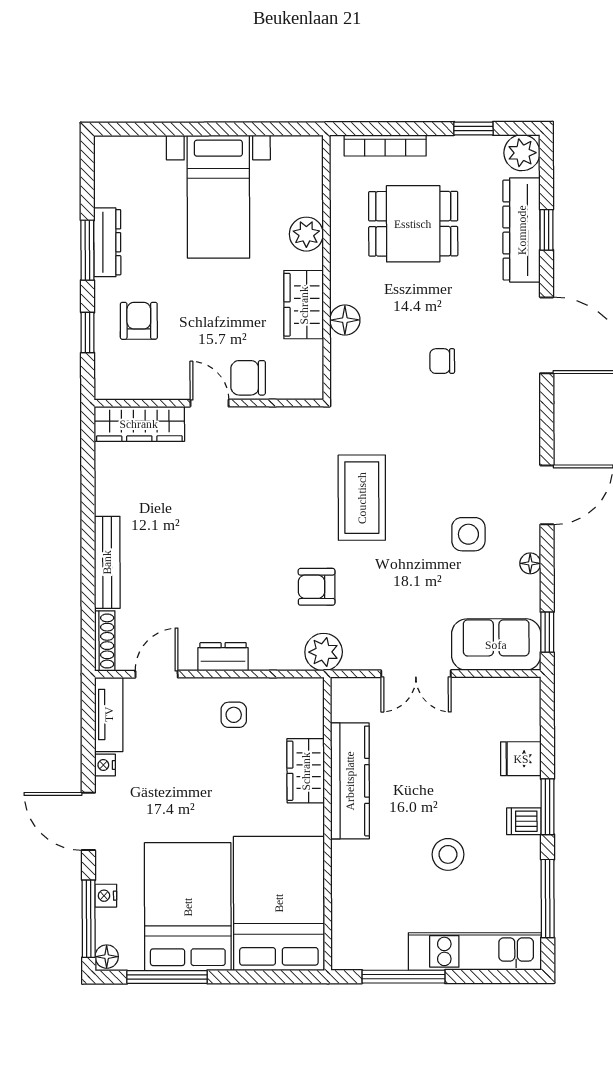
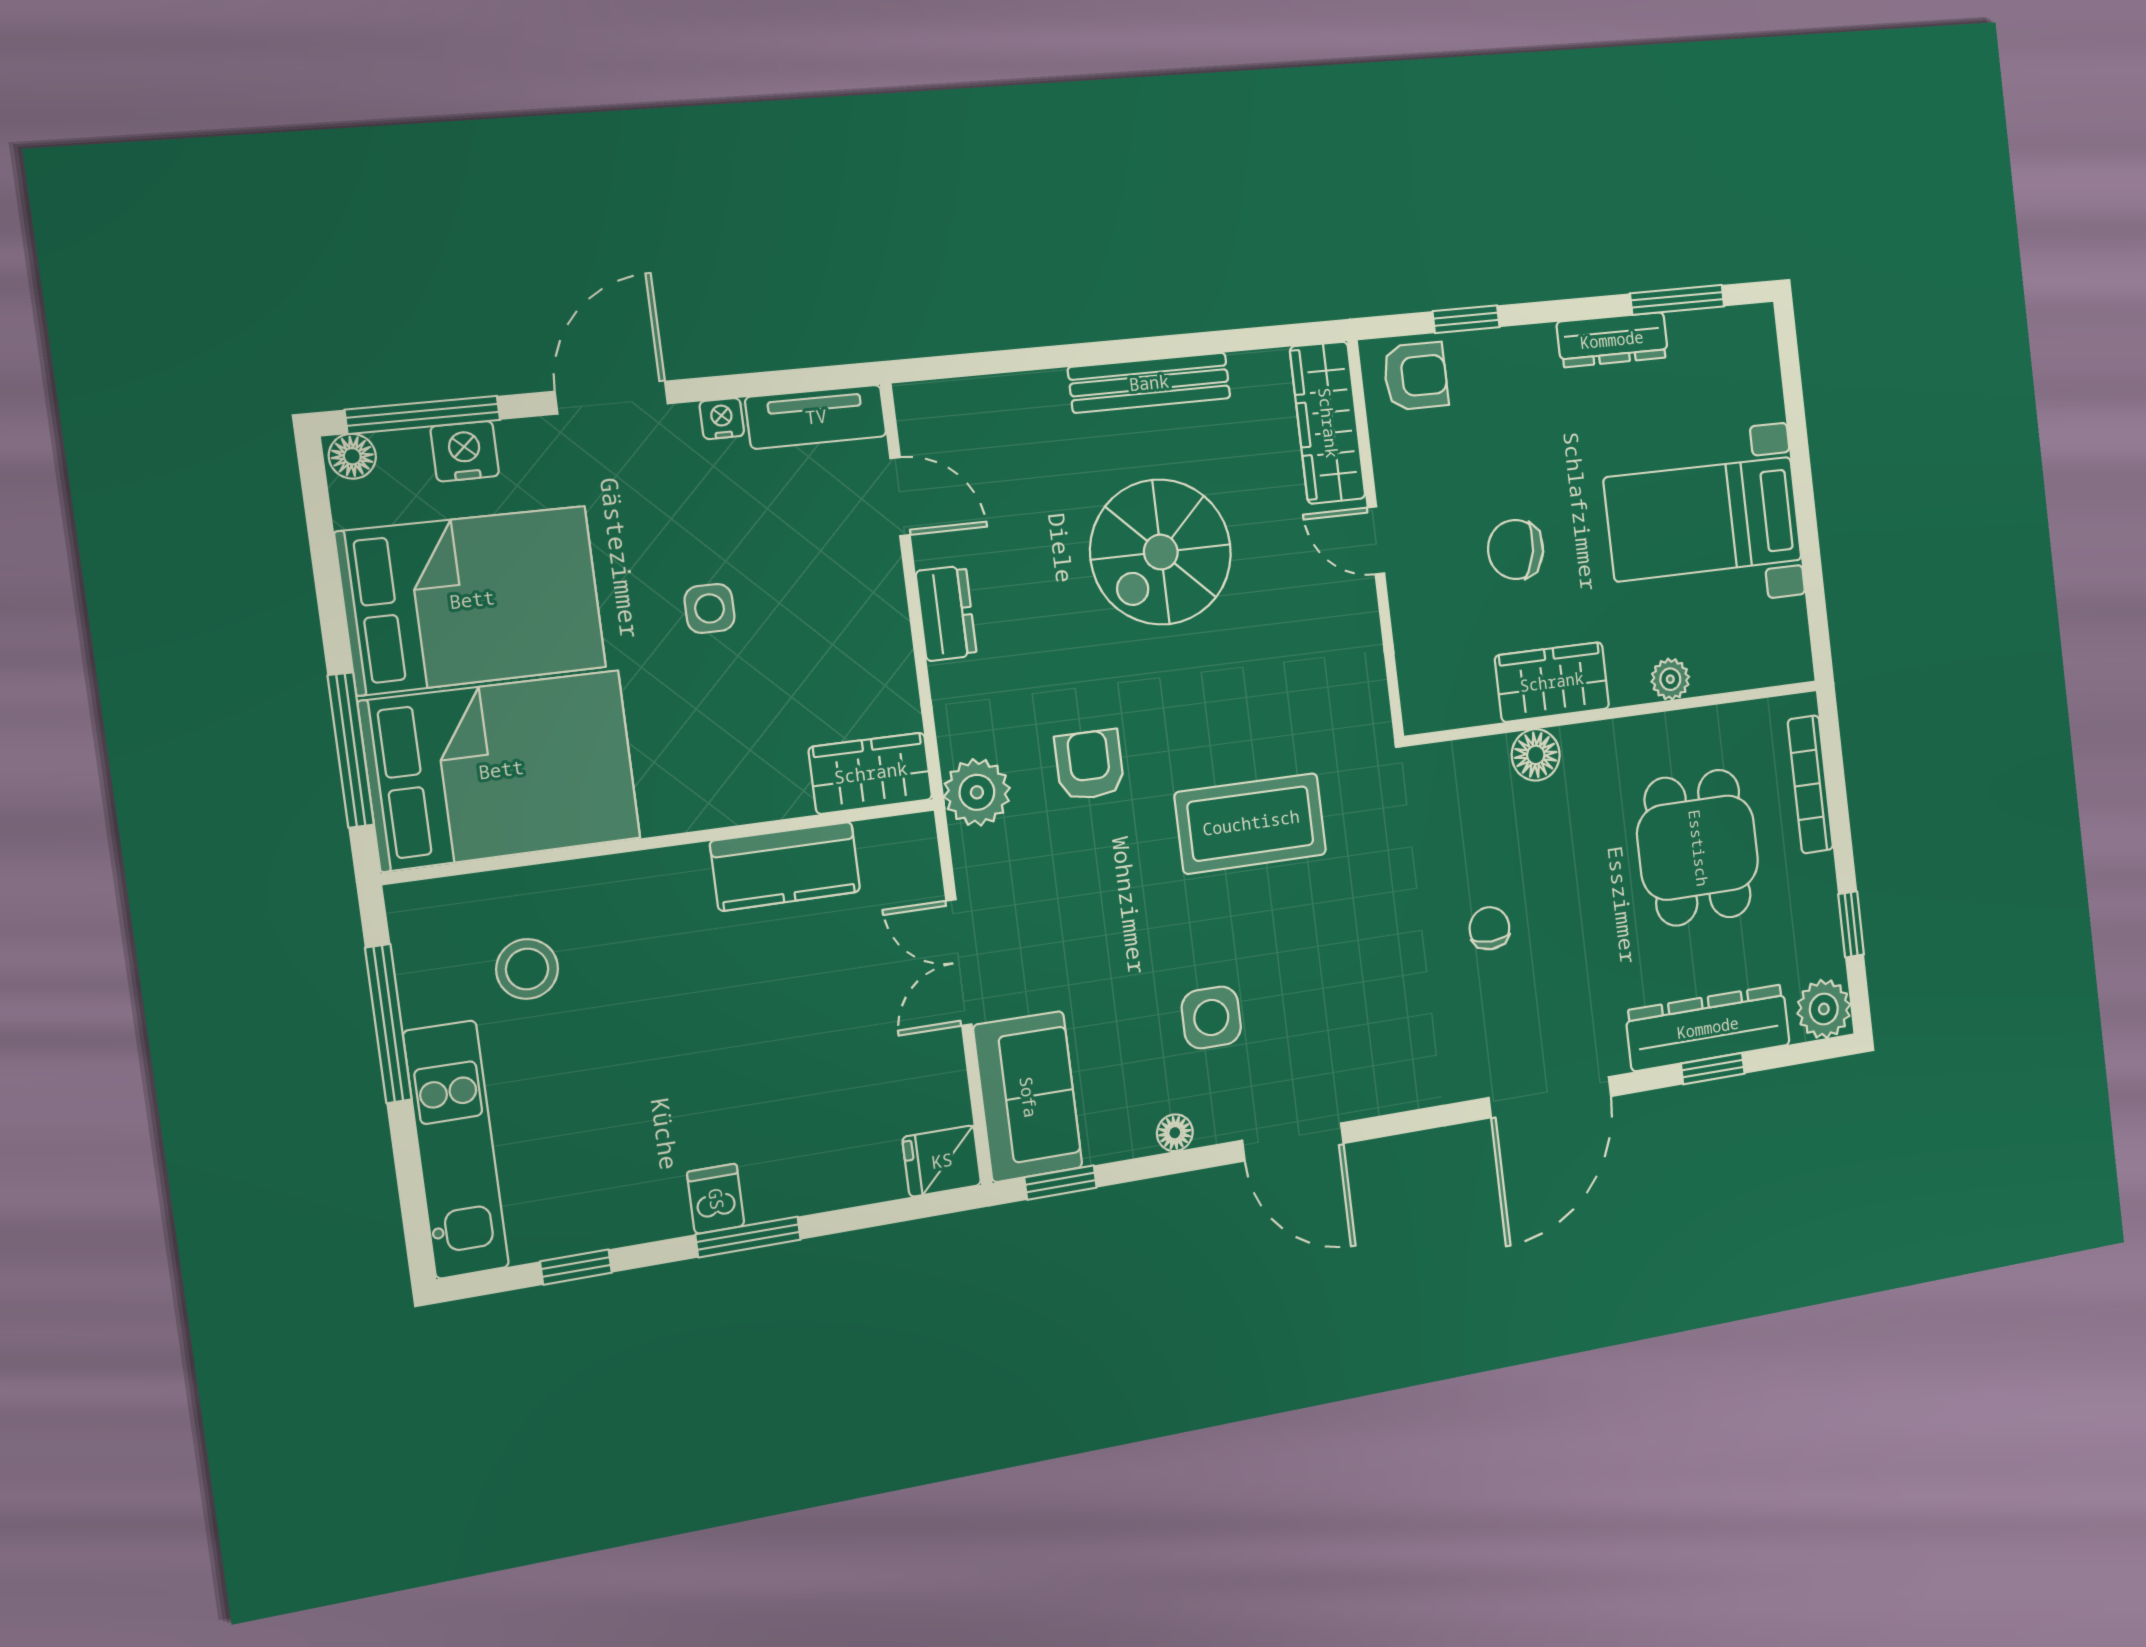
plant: (306, 234) -> (1670, 679), width x0.73, depth x0.73
window: (87, 250) -> (1677, 300), moved
armchair: (139, 321) -> (1416, 376), moved
chair: (248, 378) -> (1516, 549), moved, turned -79
door: (209, 403) -> (1376, 540), swing flipped
spiral stairs: (202, 531) -> (1161, 552), added
bench: (107, 562) -> (1149, 383), moved
shoe rack: (105, 641) -> (948, 397), removed
side table: (234, 715) -> (710, 608), moved
fridge: (521, 759) -> (942, 1161), moved, turned -90
wardrobe: (306, 771) -> (871, 773), moved
kitchen counter: (350, 781) -> (785, 866), width x0.67
stool: (448, 854) -> (527, 969), moved
nightstand: (106, 896) -> (465, 451), width x1.39, depth x1.35
window: (548, 899) -> (576, 1267), width x0.46
window: (167, 977) -> (351, 750), moved

